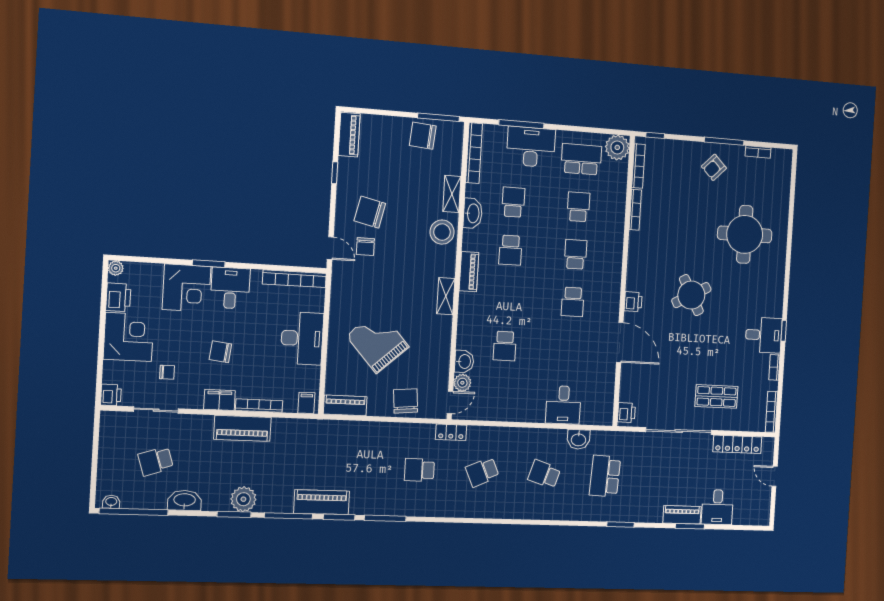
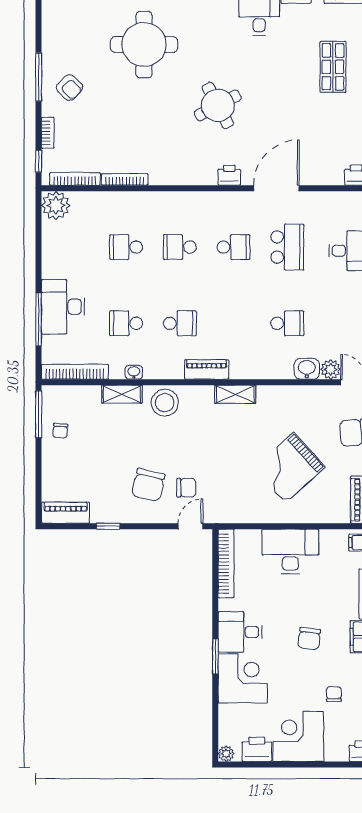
chair: (423, 136) -> (60, 431), width x0.54, depth x0.54
bookcase: (758, 152) -> (48, 133), moved
school desk: (581, 159) -> (287, 247), moved, turned 180
washbasin: (473, 213) -> (134, 372), width x0.52, depth x0.69

